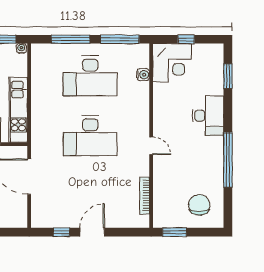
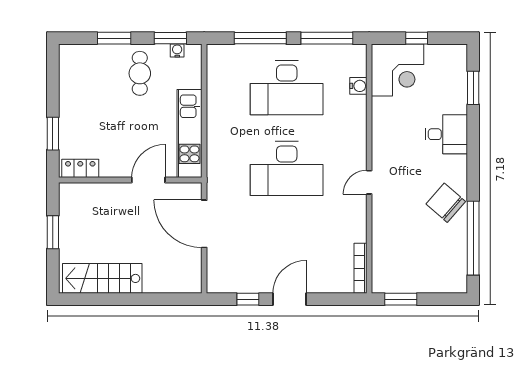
water cooler: (21, 48) -> (177, 50), moved
desk: (208, 116) -> (446, 134), width x0.73
door: (151, 146) -> (369, 182), swing flipped
window: (228, 160) -> (473, 238), moved
bookcase: (145, 196) -> (360, 268), moved
chair: (199, 205) -> (446, 203), moved, turned -49

